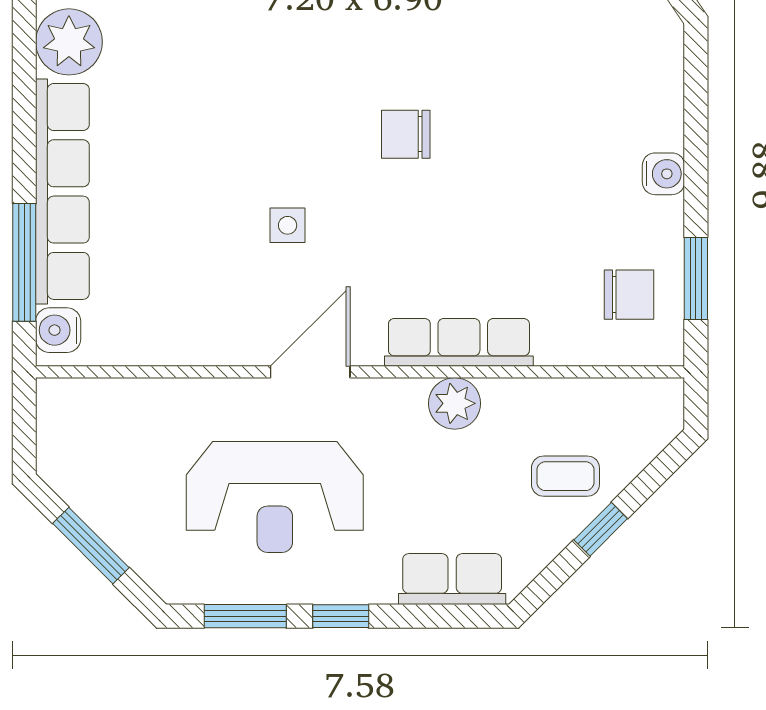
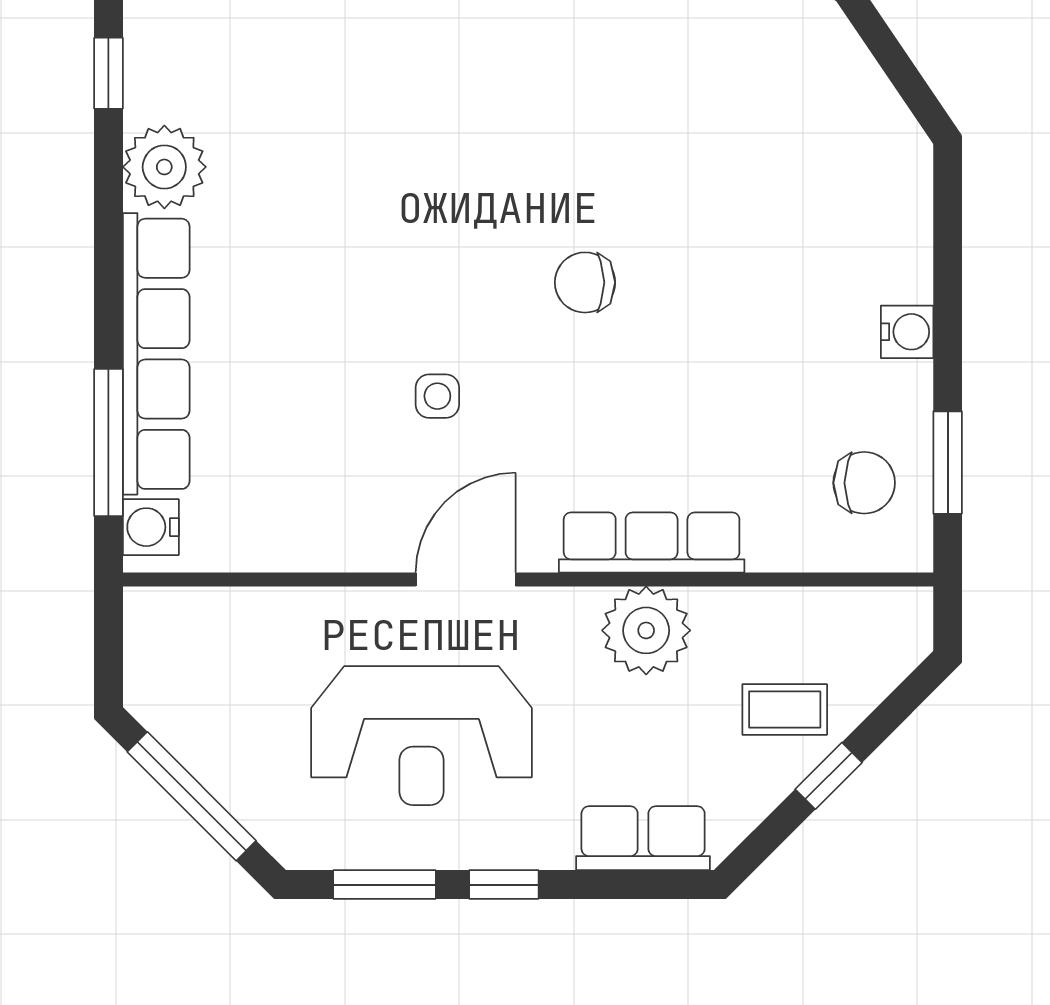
plant: (455, 403) -> (646, 630), width x1.36, depth x1.36
window: (91, 546) -> (192, 796), width x1.44

